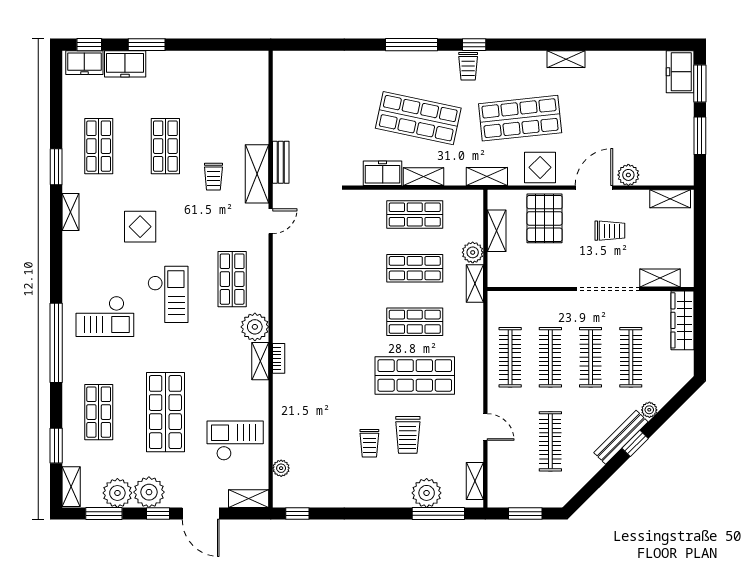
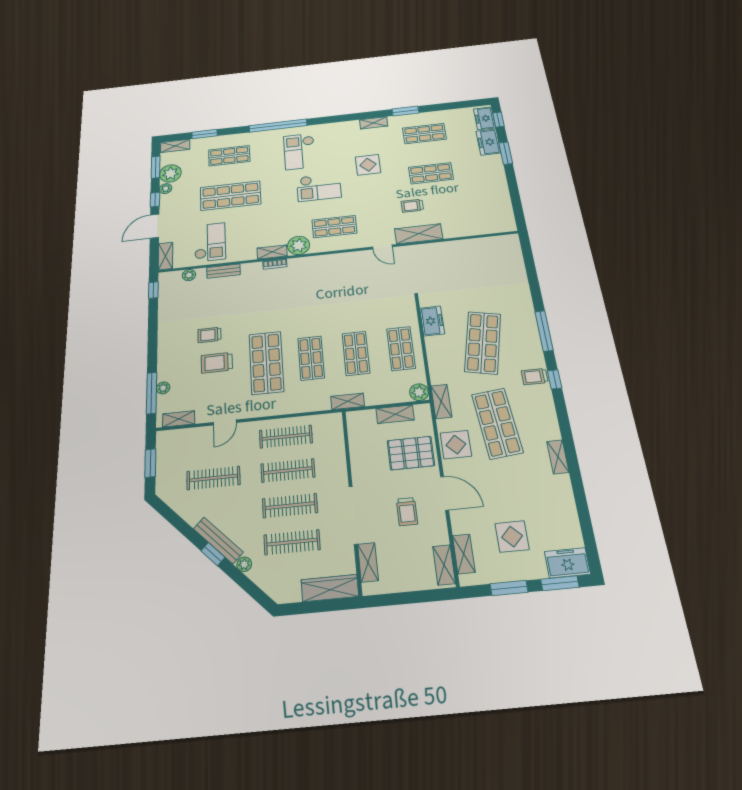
display table: (648, 124) -> (512, 536), added
bench: (281, 162) -> (223, 271), moved
plant: (628, 175) -> (461, 523), removed
shelving: (423, 177) -> (464, 554), moved
plant: (473, 252) -> (419, 392), moved
plant: (149, 492) -> (166, 189), width x0.53, depth x0.53
plant: (427, 493) -> (163, 388), width x0.53, depth x0.53

